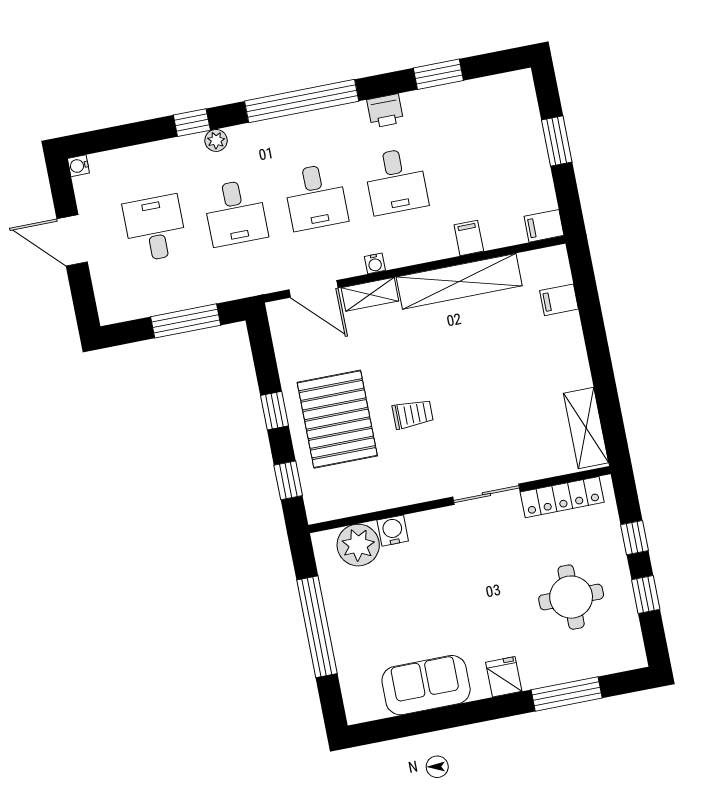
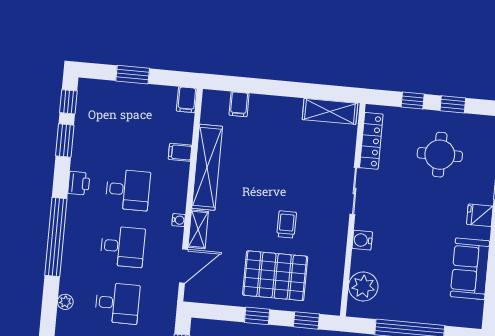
window: (192, 123) -> (68, 102), moved
water cooler: (393, 531) -> (362, 240), moved

